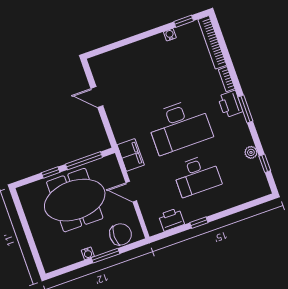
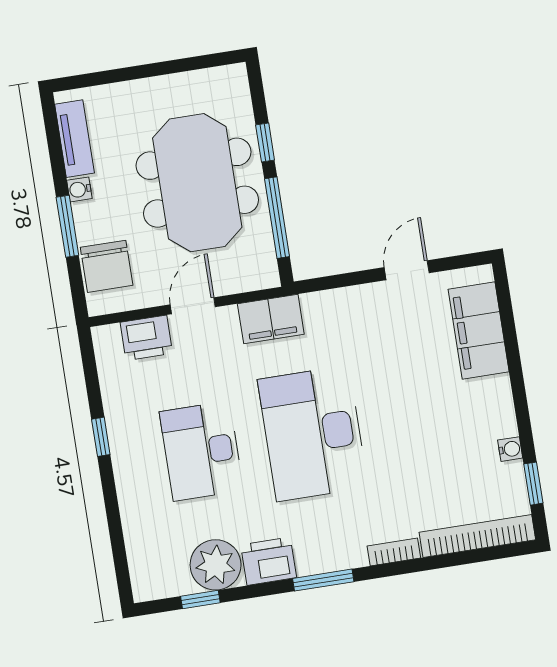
filing cabinet: (118, 59) -> (479, 330), added
printer: (230, 104) -> (269, 561), moved
plant: (251, 152) -> (216, 565), width x1.88, depth x1.88
printer: (171, 220) -> (146, 338), moved, turned 90
tv unit: (65, 260) -> (75, 139), added

